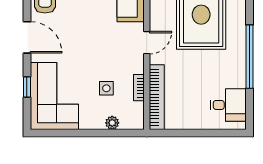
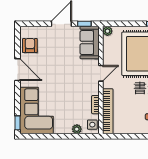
window: (27, 87) -> (17, 123), moved
side table: (106, 88) -> (92, 125), moved

